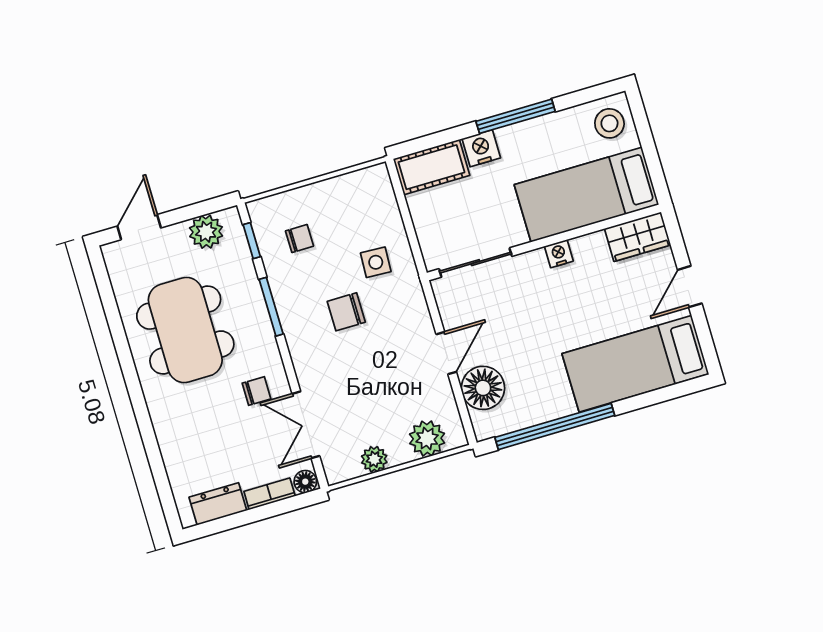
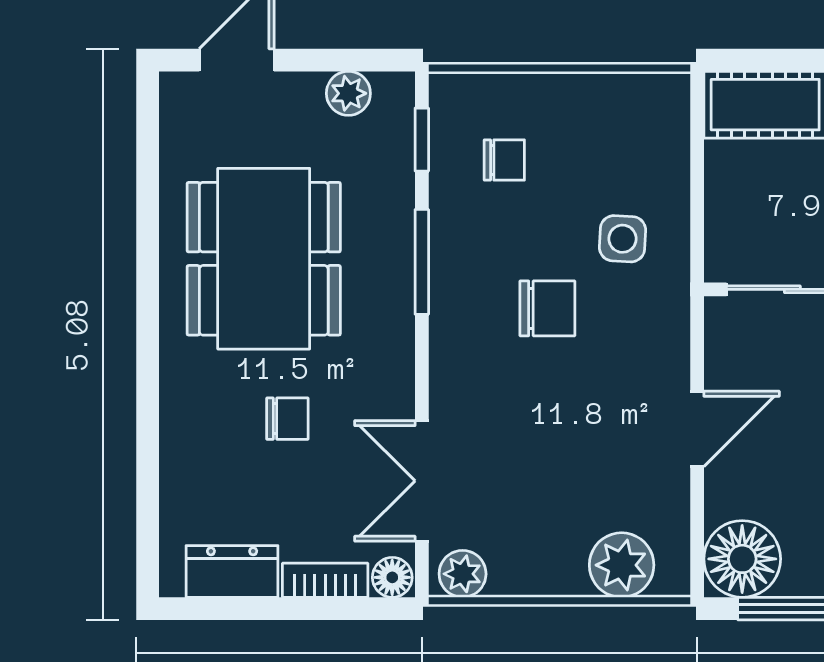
plant: (206, 232) -> (348, 93), width x0.73, depth x0.73
chair: (346, 312) -> (547, 308), turned 180
floor lamp: (483, 388) -> (742, 559), moved
chair: (257, 391) -> (287, 419), moved
plant: (374, 459) -> (463, 574), moved

